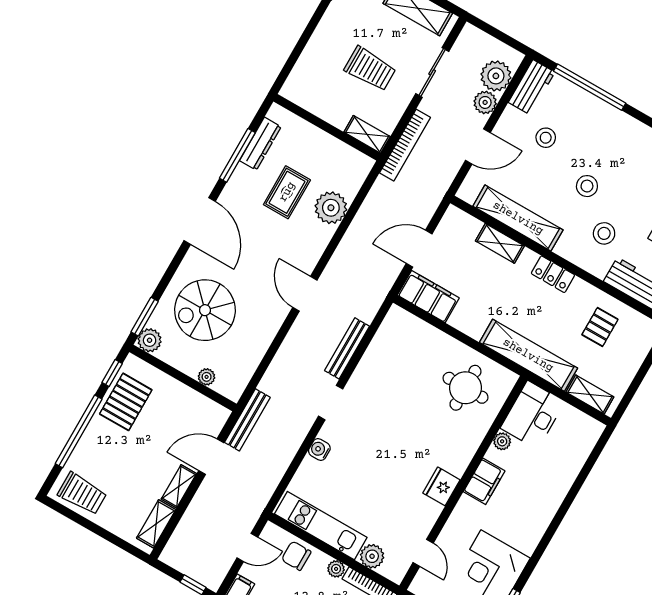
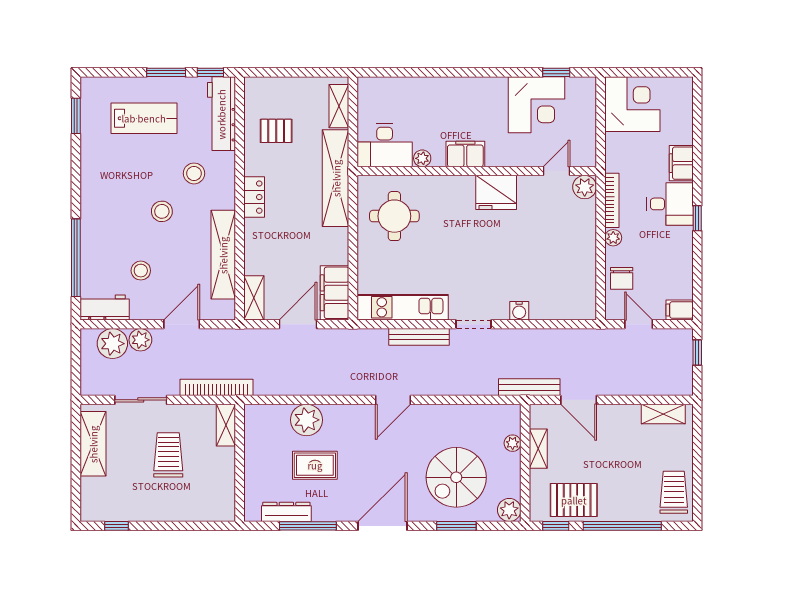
door: (478, 146) -> (182, 324), hinge flipped
shelving: (500, 243) -> (254, 298), moved
door: (419, 249) -> (298, 324), swing flipped
spiral stairs: (205, 310) -> (456, 477), turned 90
window: (145, 317) -> (456, 526), moved
shelving: (179, 486) -> (538, 449), moved, turned 90
fridge: (441, 486) -> (496, 192), width x1.36, depth x1.34
kitchen unit: (321, 526) -> (403, 307), moved, turned 90
plant: (372, 556) -> (585, 187), moved

